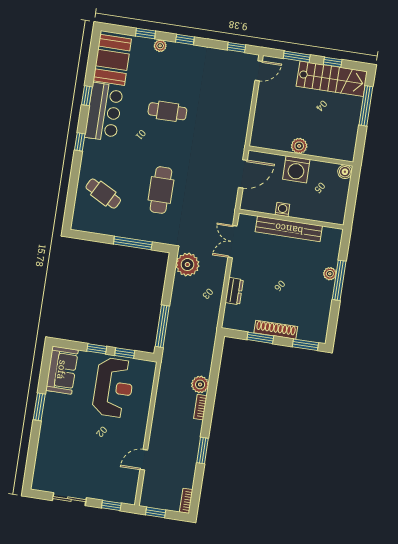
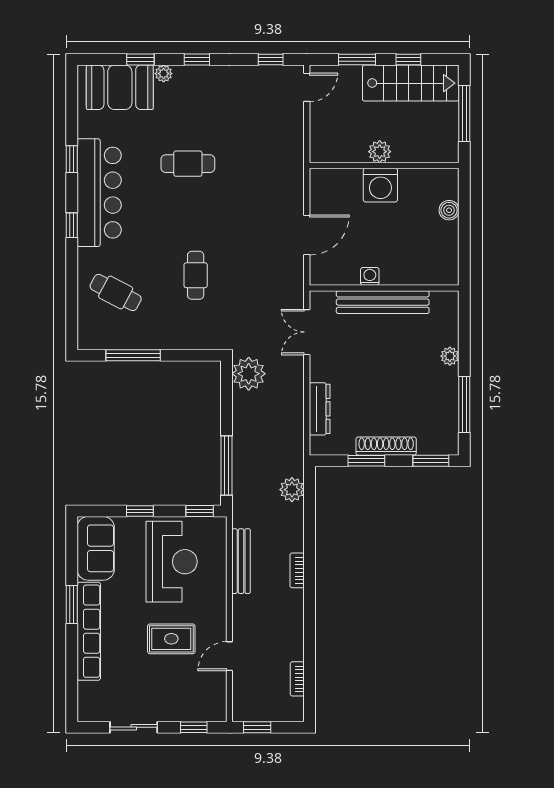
booth: (112, 60) -> (120, 87), moved, turned 90
bar counter: (104, 112) -> (99, 193), width x1.36
plant: (299, 146) -> (380, 152), moved
wall: (301, 156) -> (384, 165), moved
washing machine: (296, 169) -> (380, 185), moved
cafe table: (161, 190) -> (196, 275), width x0.73, depth x0.74
window: (133, 243) -> (133, 355), moved
window: (339, 280) -> (464, 405), moved
dresser: (234, 291) -> (320, 409), width x1.44
window: (125, 353) -> (200, 511), moved
plant: (200, 384) -> (292, 490), moved
bench: (162, 395) -> (241, 561), added
row of seats: (48, 427) -> (89, 631), added
rug: (105, 441) -> (171, 639), added
window: (203, 451) -> (310, 631), removed
bookcase: (186, 501) -> (297, 679), moved

